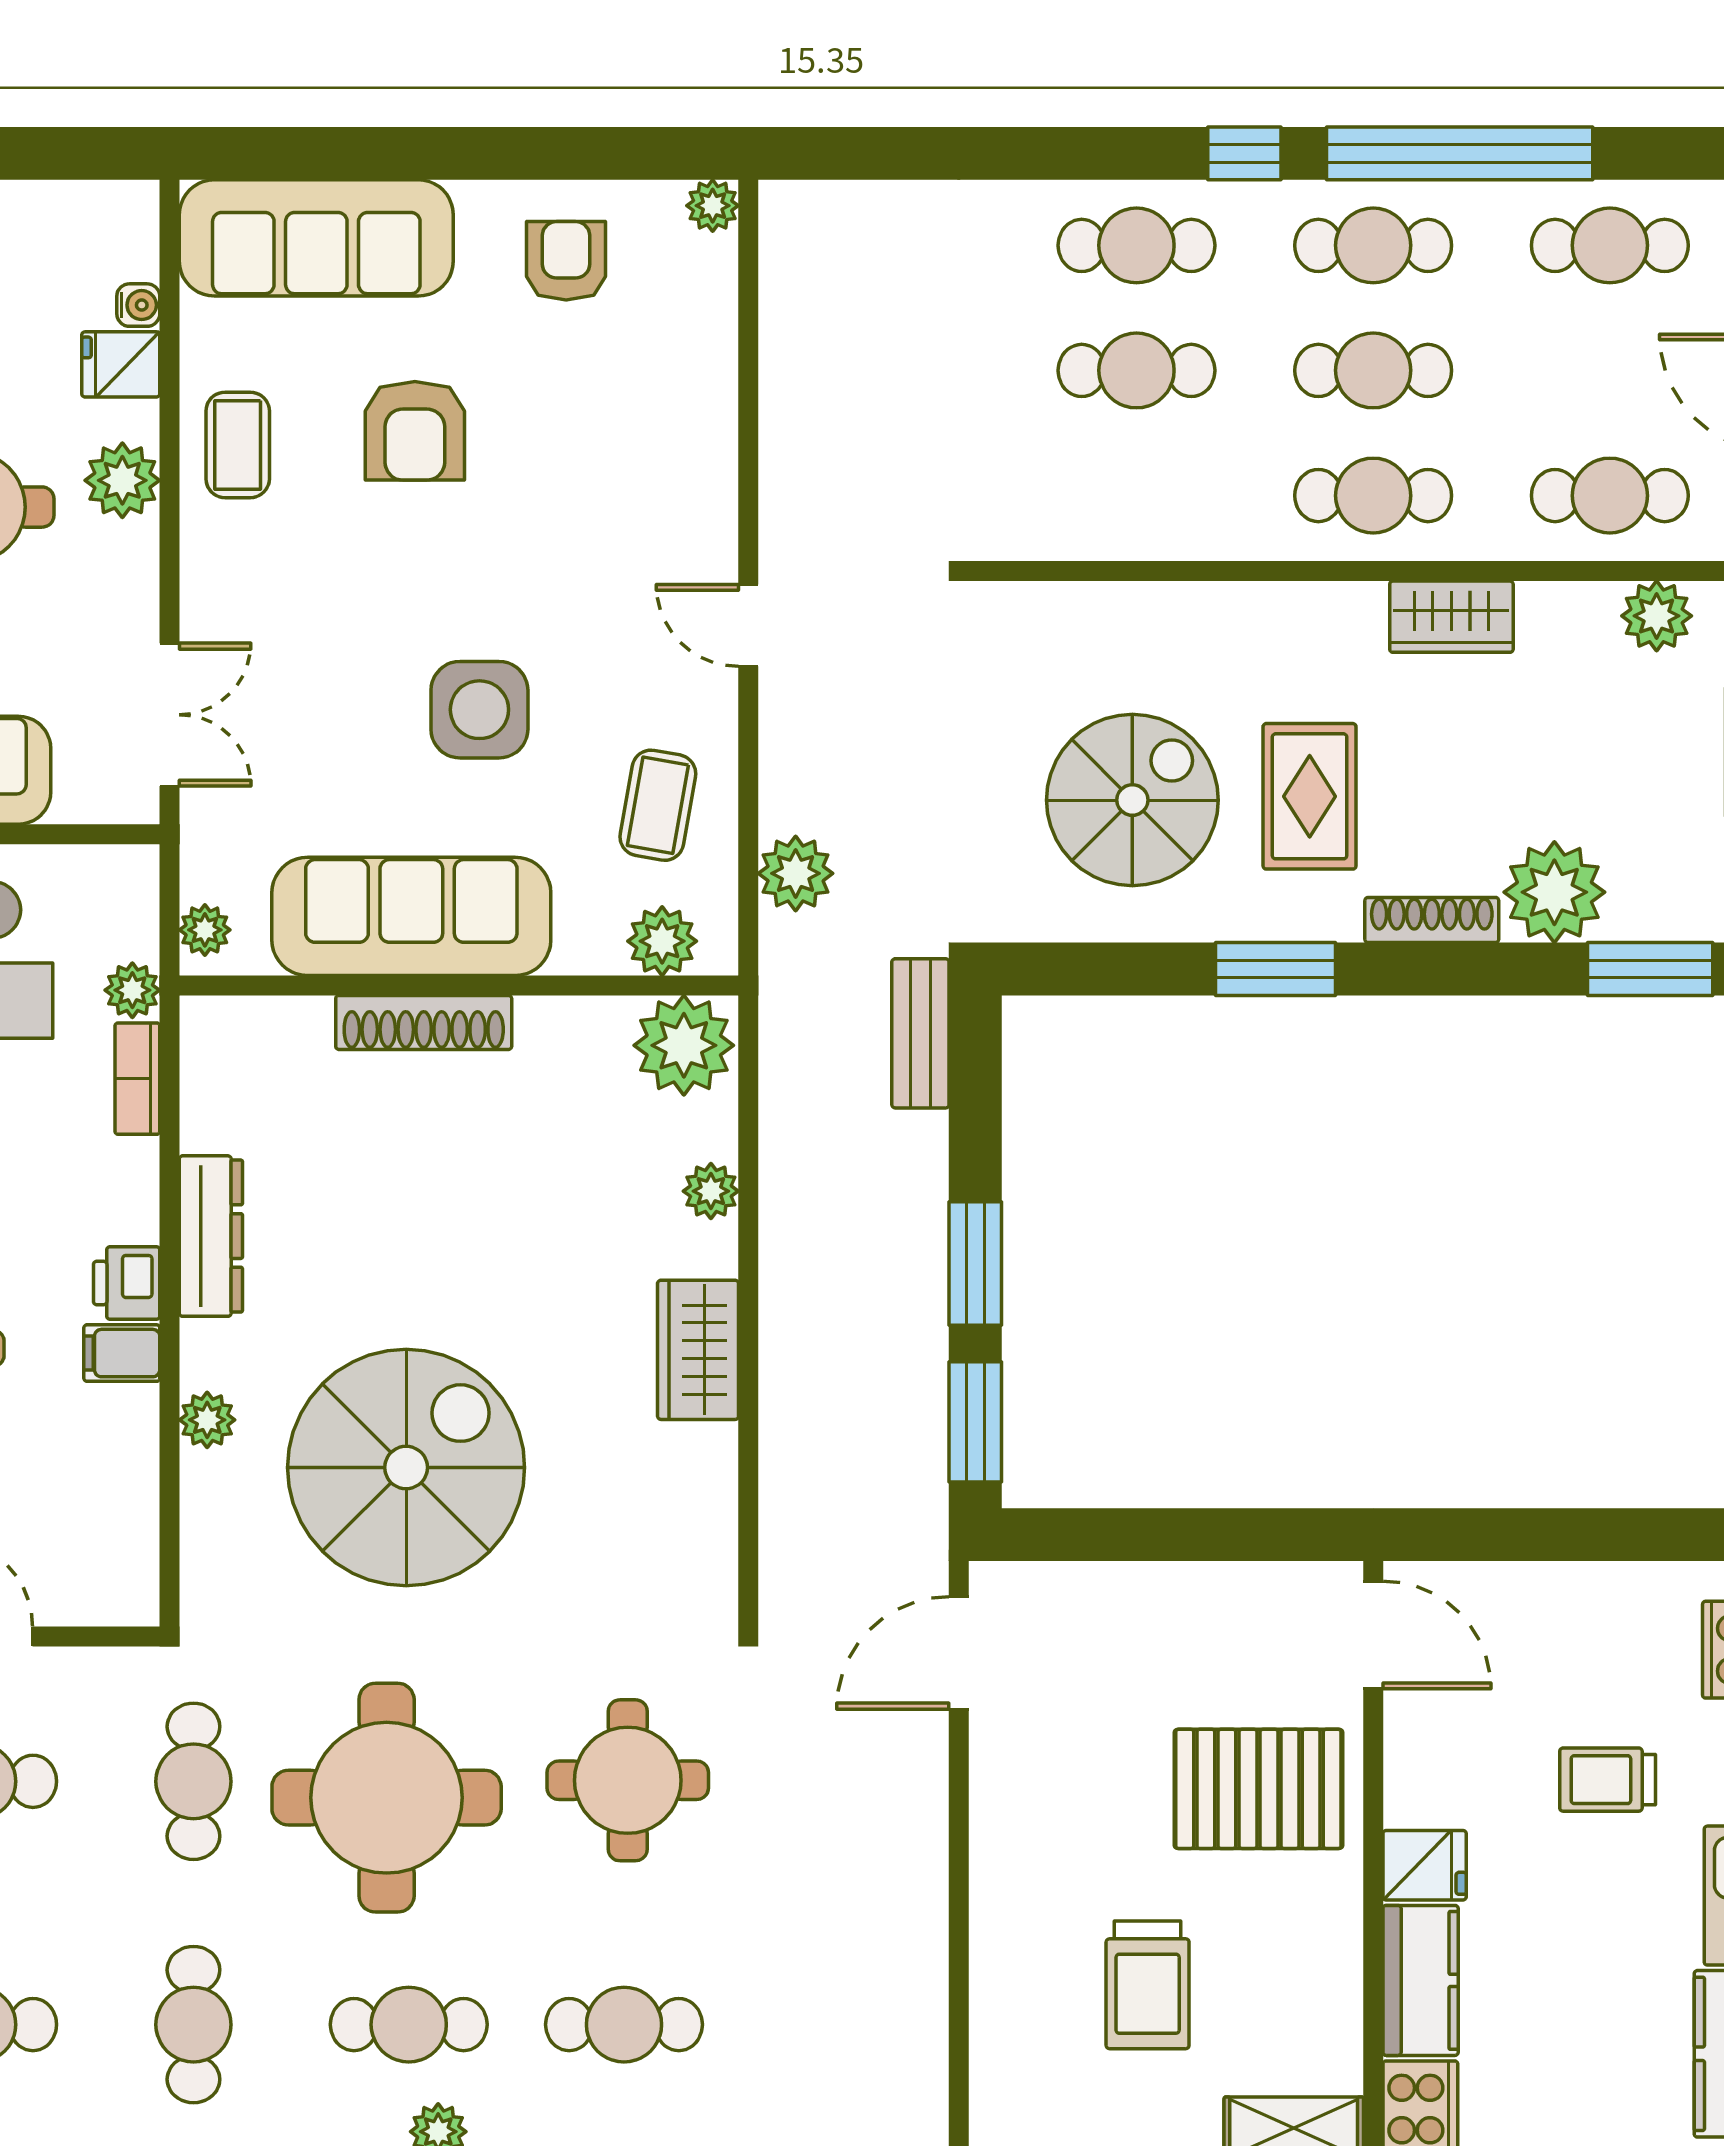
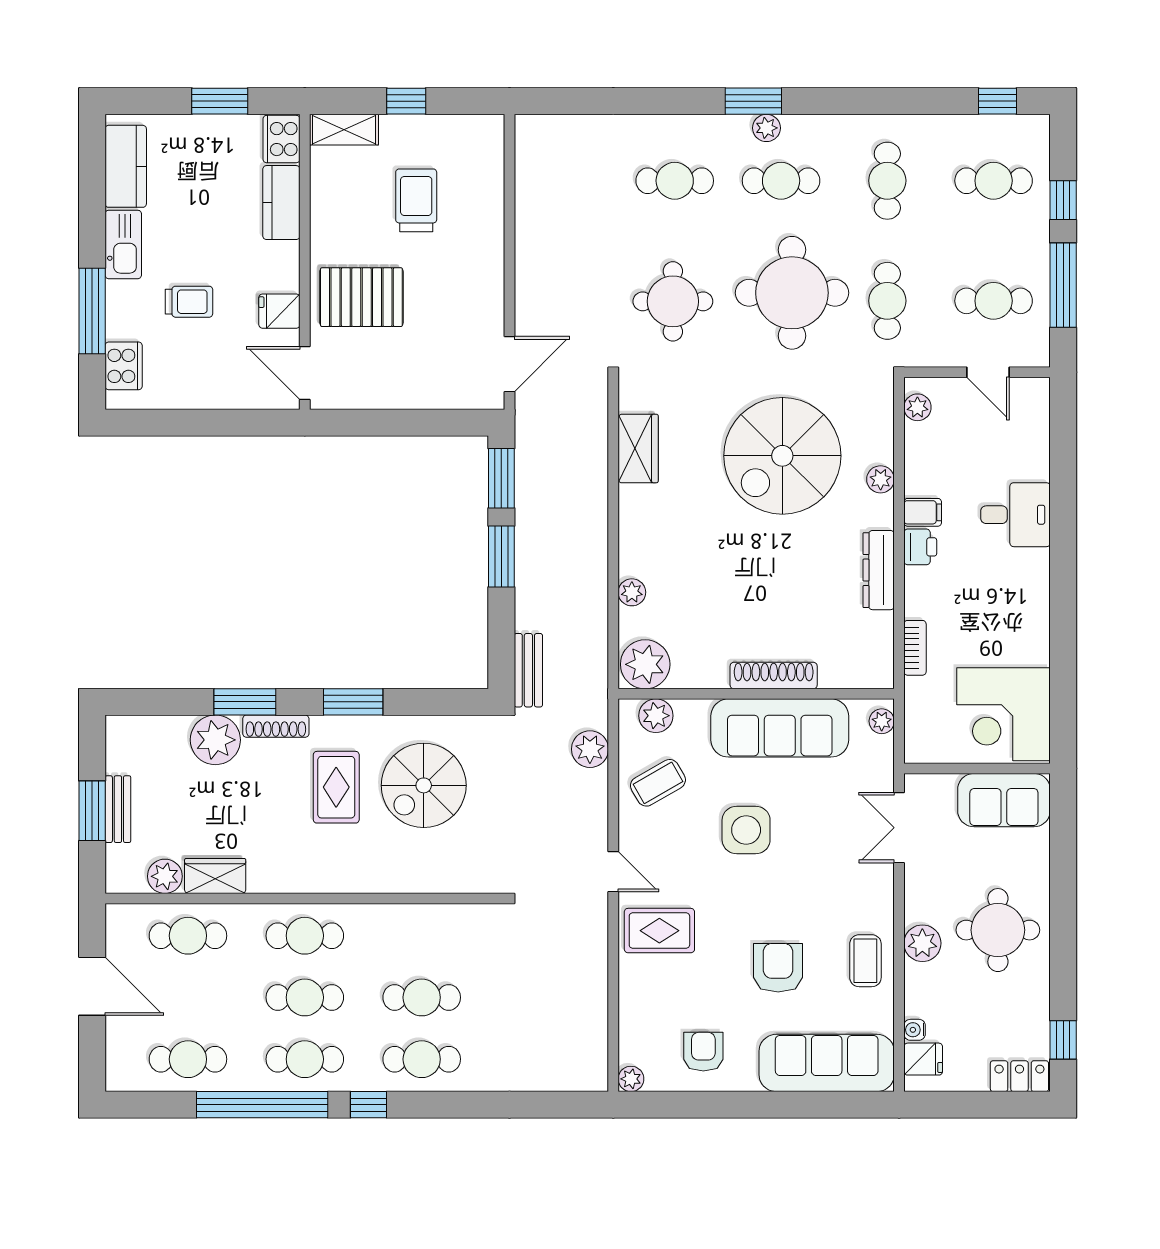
armchair: (566, 261) -> (703, 1052), turned 180
fridge: (121, 364) -> (923, 1059), moved
rug: (655, 506) -> (659, 931), added
wardrobe: (1451, 617) -> (215, 876), moved
coffee table: (658, 805) -> (658, 783), turned 50
window: (1650, 969) -> (245, 702), moved
plant: (132, 990) -> (917, 407), moved
wardrobe: (698, 1350) -> (638, 449), moved
fridge: (1425, 1865) -> (279, 311), moved

